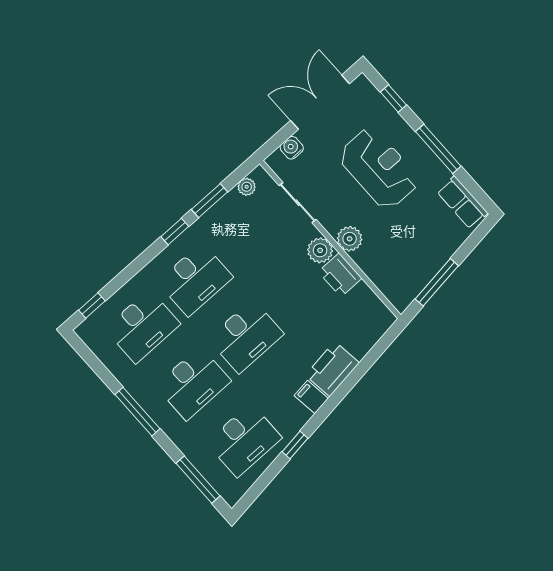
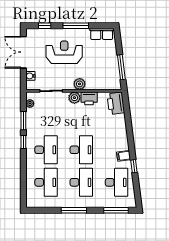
window: (92, 305) -> (23, 193), removed
printer: (332, 369) -> (116, 103), moved
filing cabinet: (311, 397) -> (124, 156), moved

